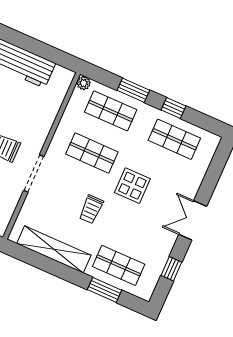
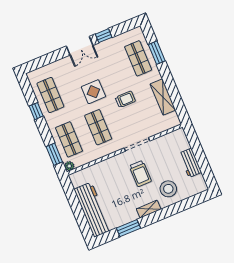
window: (133, 90) -> (54, 154), moved
shelving: (54, 249) -> (163, 97), width x0.68
window: (171, 269) -> (104, 36), moved

